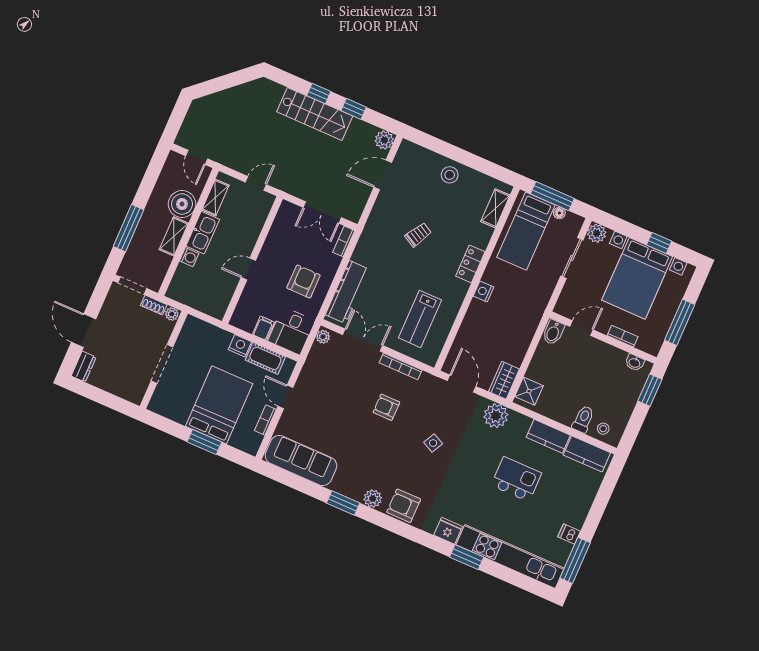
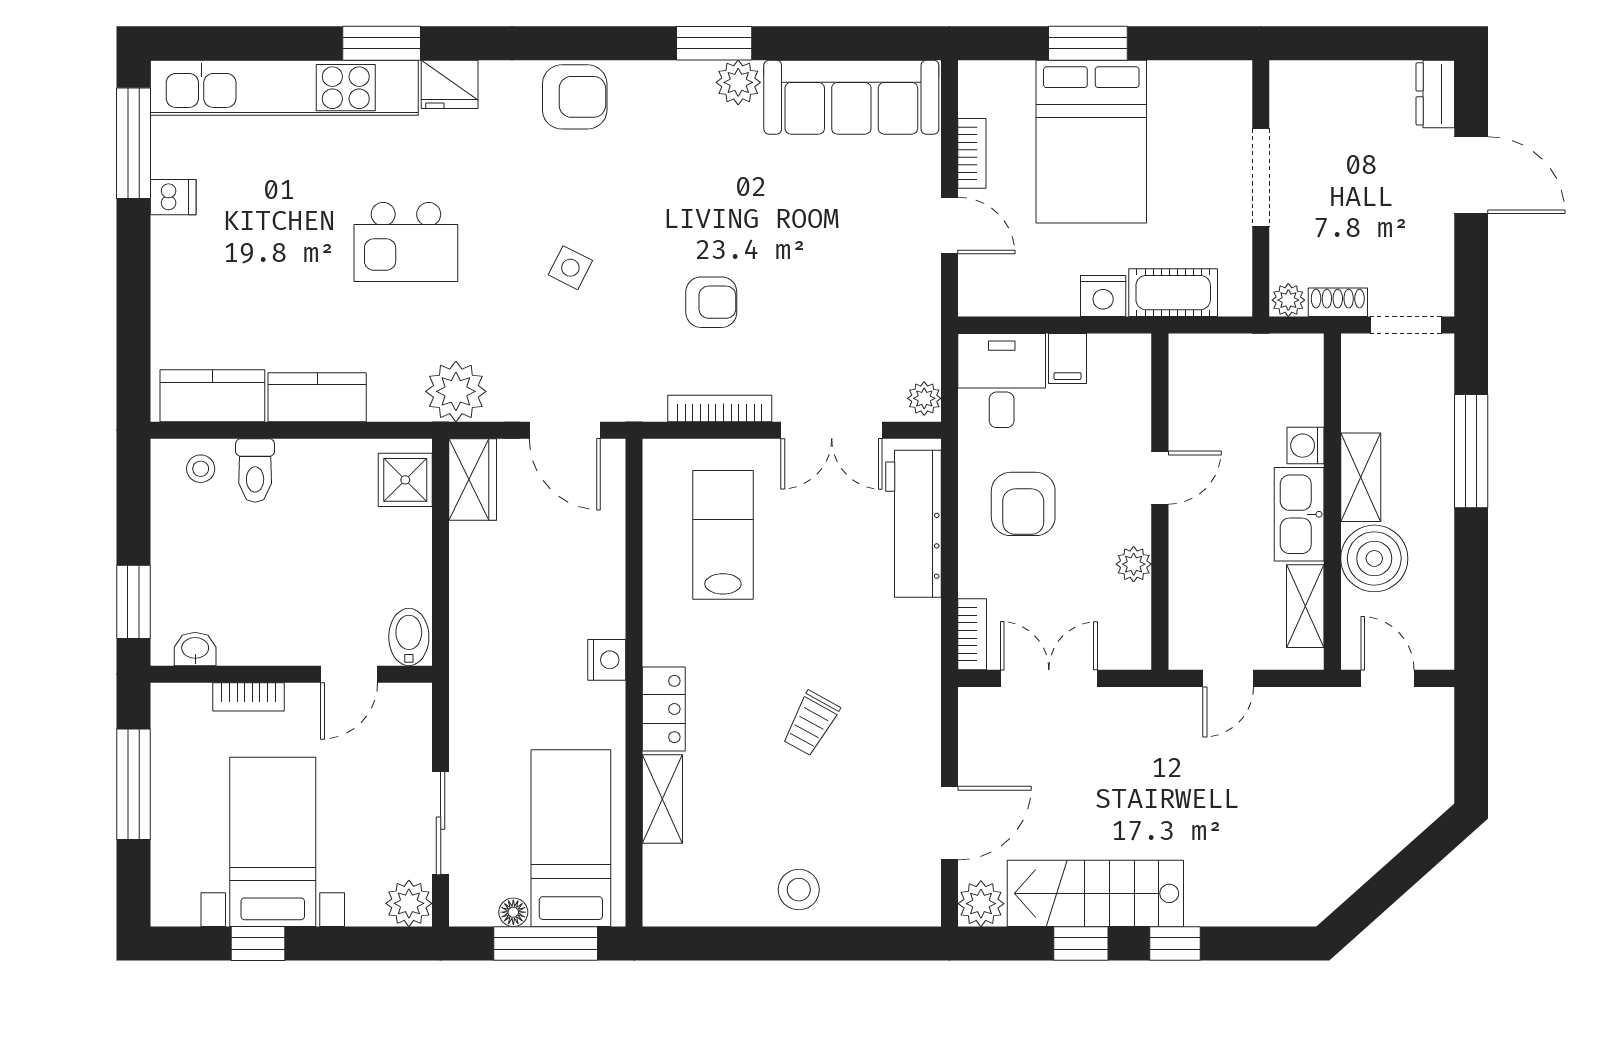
stairs: (315, 114) -> (1095, 893), moved
shelving: (495, 208) -> (662, 799), moved
plant: (272, 241) -> (1134, 564), added
bed with nightstands: (637, 278) -> (273, 842), width x0.73
cot: (265, 358) -> (1173, 293), moved
kitchen island: (516, 479) -> (406, 242), moved
plant: (373, 499) -> (738, 82), moved

